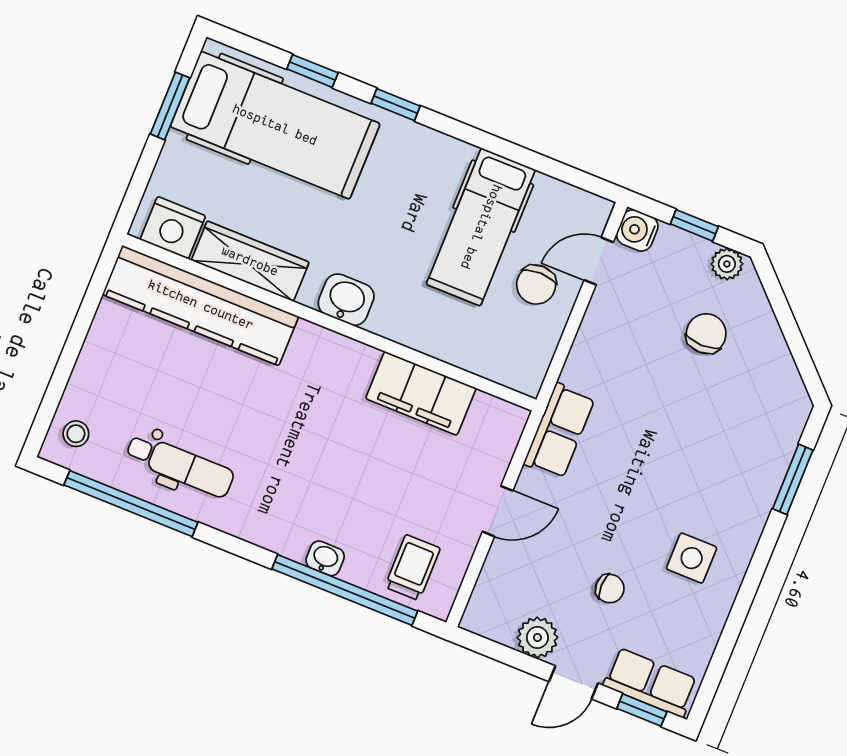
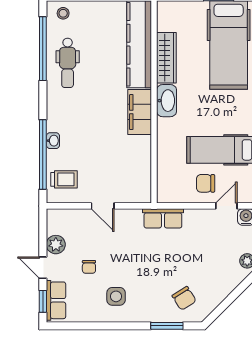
nightstand: (173, 228) -> (167, 19), removed
door: (599, 261) -> (226, 206), hinge flipped
washbasin: (346, 300) -> (167, 101), width x1.38
chair: (706, 334) -> (184, 298), moved, turned 58
filing cabinet: (421, 393) -> (140, 112), moved
row of seats: (559, 431) -> (163, 218), moved

